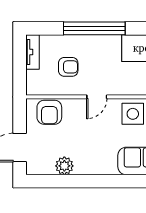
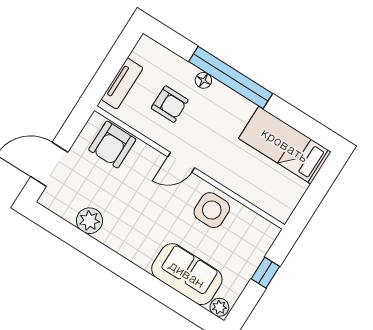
floor lamp: (79, 40) -> (203, 80), added
tv unit: (32, 52) -> (122, 84), moved

